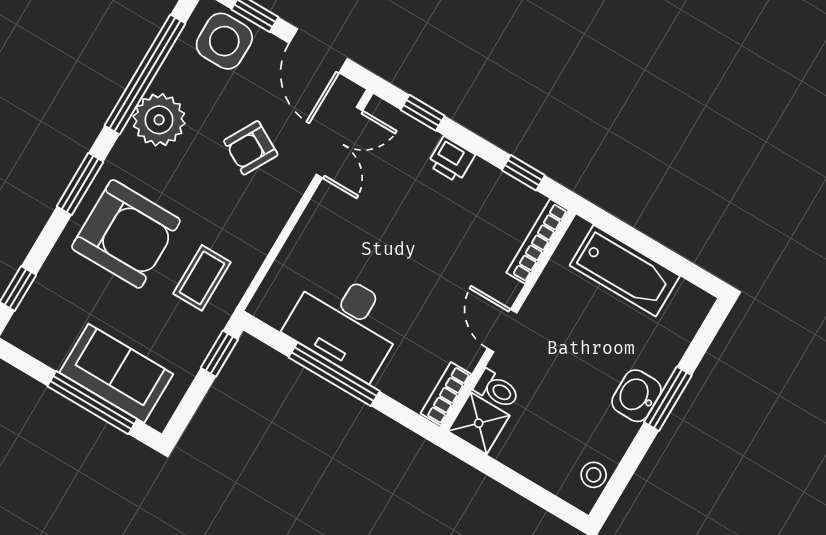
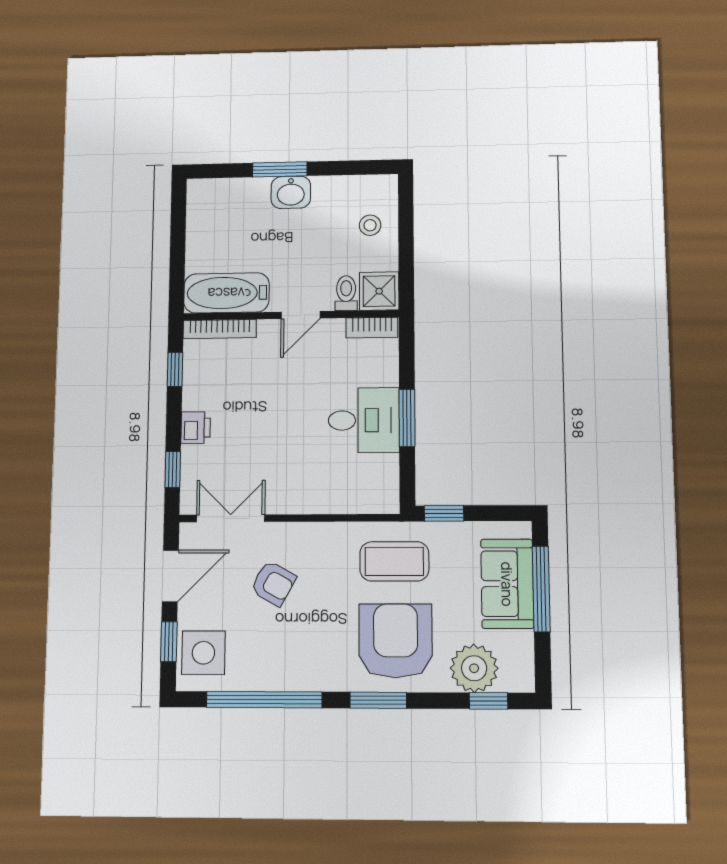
plant: (159, 120) -> (474, 668), moved
bathtub: (625, 271) -> (226, 293), moved, turned -90
coffee table: (202, 278) -> (394, 561), width x1.36, depth x1.30
desk: (345, 323) -> (364, 420), width x0.73
window: (334, 374) -> (407, 418), width x0.69
stool: (594, 475) -> (370, 225), moved

